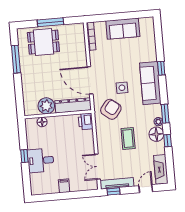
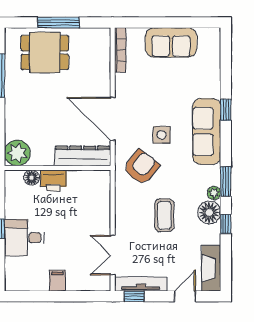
plant: (46, 106) -> (17, 153), moved
printer: (86, 121) -> (54, 180), moved, turned -90

